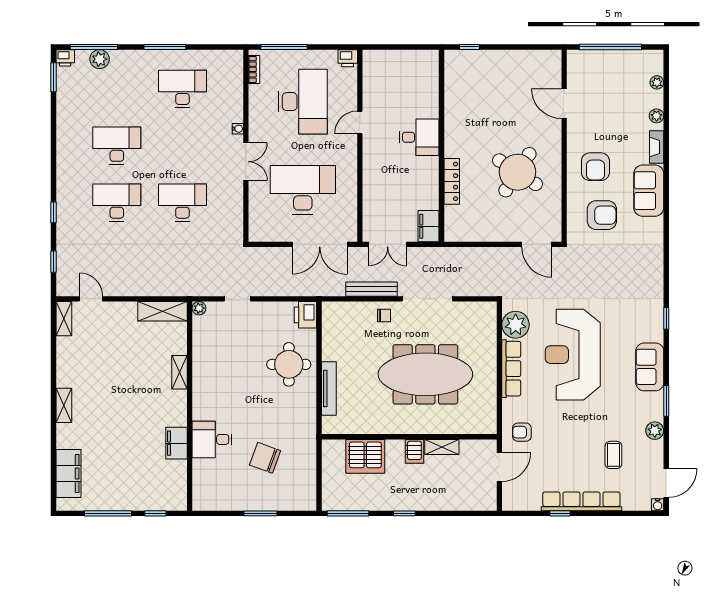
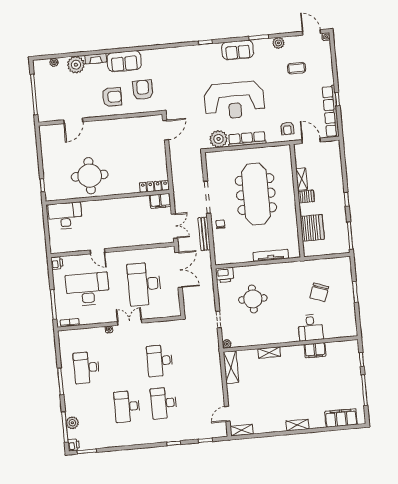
plant: (657, 116) -> (76, 65), width x1.87, depth x1.87
desk: (419, 137) -> (65, 216), moved, width x1.37
round table: (517, 172) -> (90, 176), moved, turned -33
locker: (452, 181) -> (154, 186), moved
round table: (289, 364) -> (253, 299), moved
row of seats: (581, 501) -> (331, 111), moved

